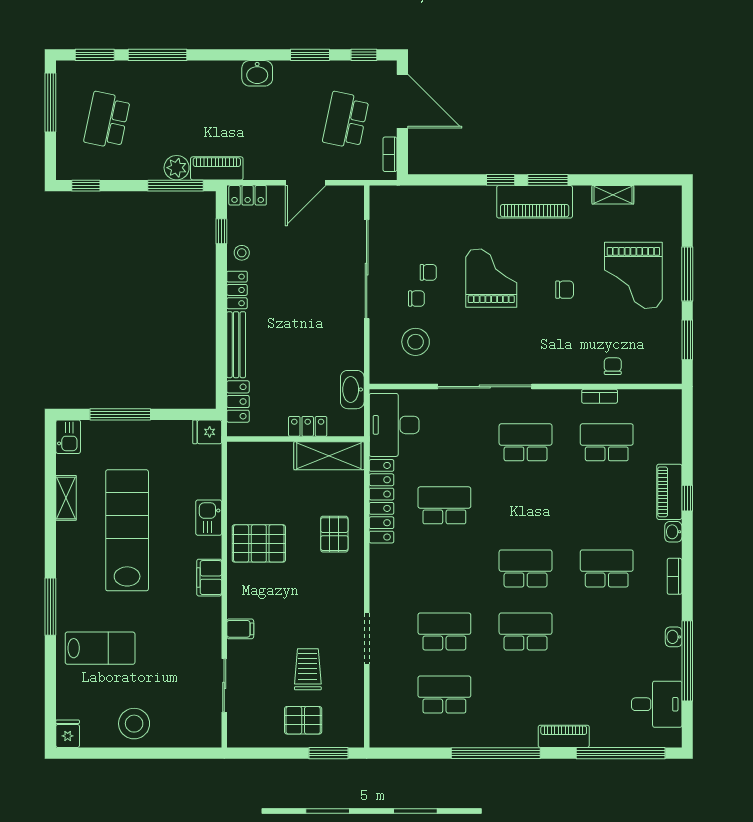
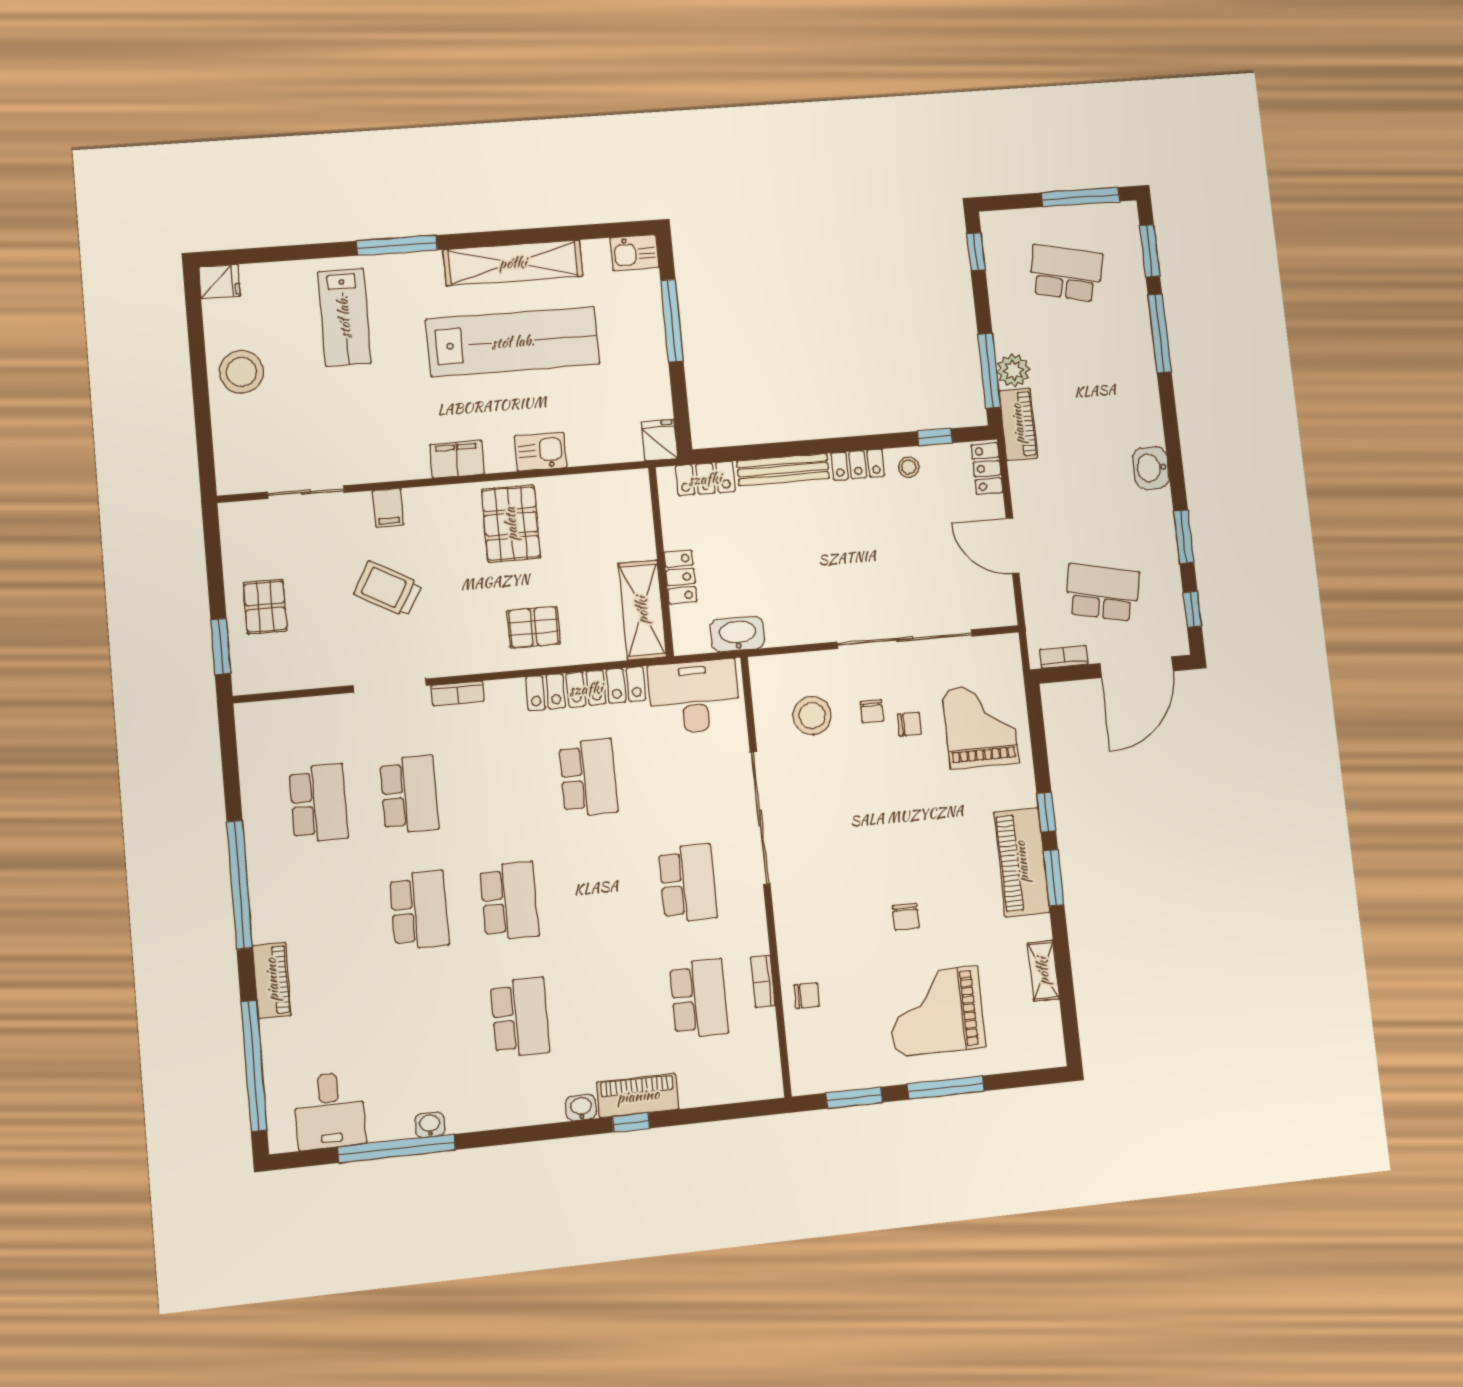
chair: (428, 272) -> (909, 724), turned -90
grand piano: (491, 278) -> (981, 726), moved, turned -90
shelving: (66, 498) -> (513, 263), width x2.20, depth x1.33
bookcase: (675, 576) -> (458, 693), moved, turned 180
trolley: (308, 669) -> (388, 589), moved, turned -151

